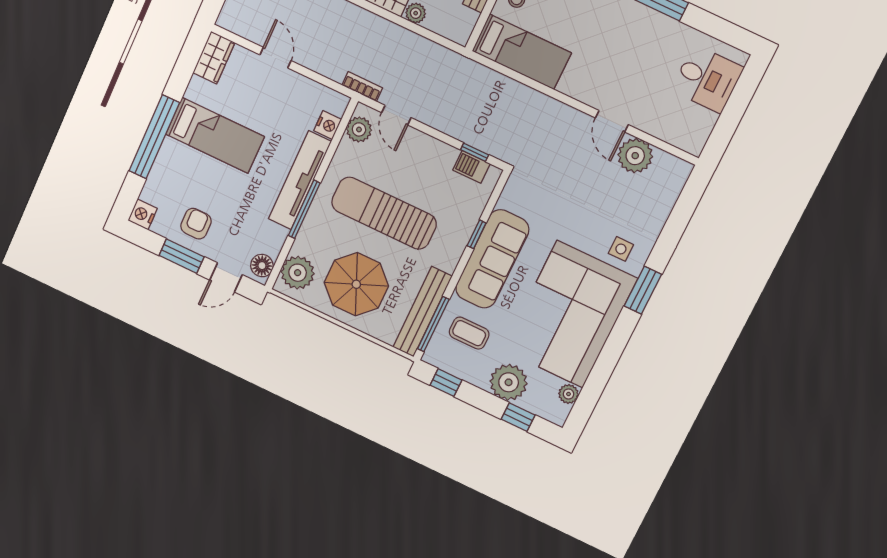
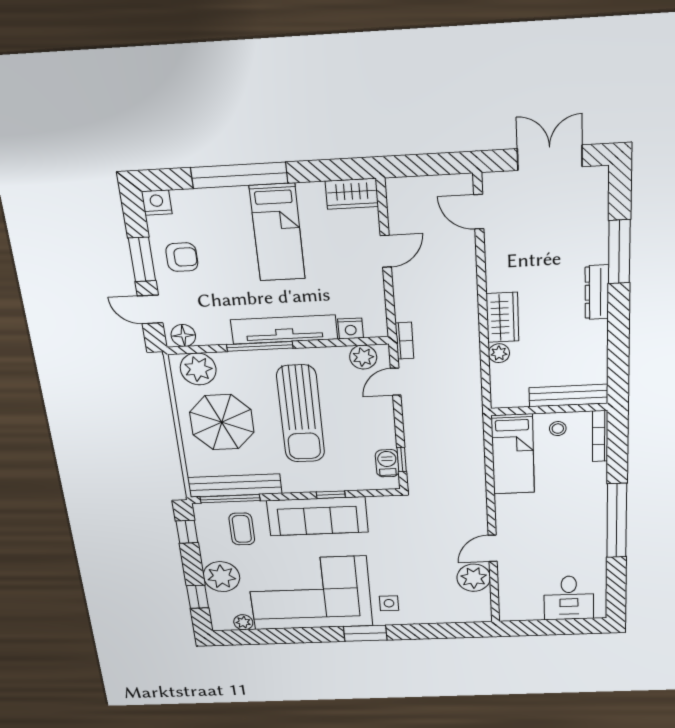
sun lounger: (384, 213) -> (301, 414), turned 180

